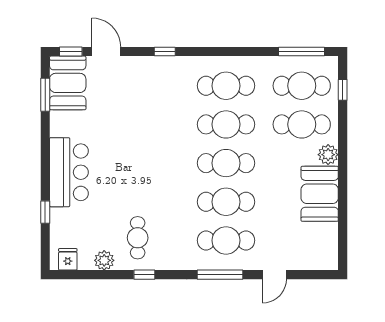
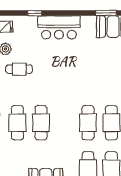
cafe table: (226, 163) -> (64, 123), removed

